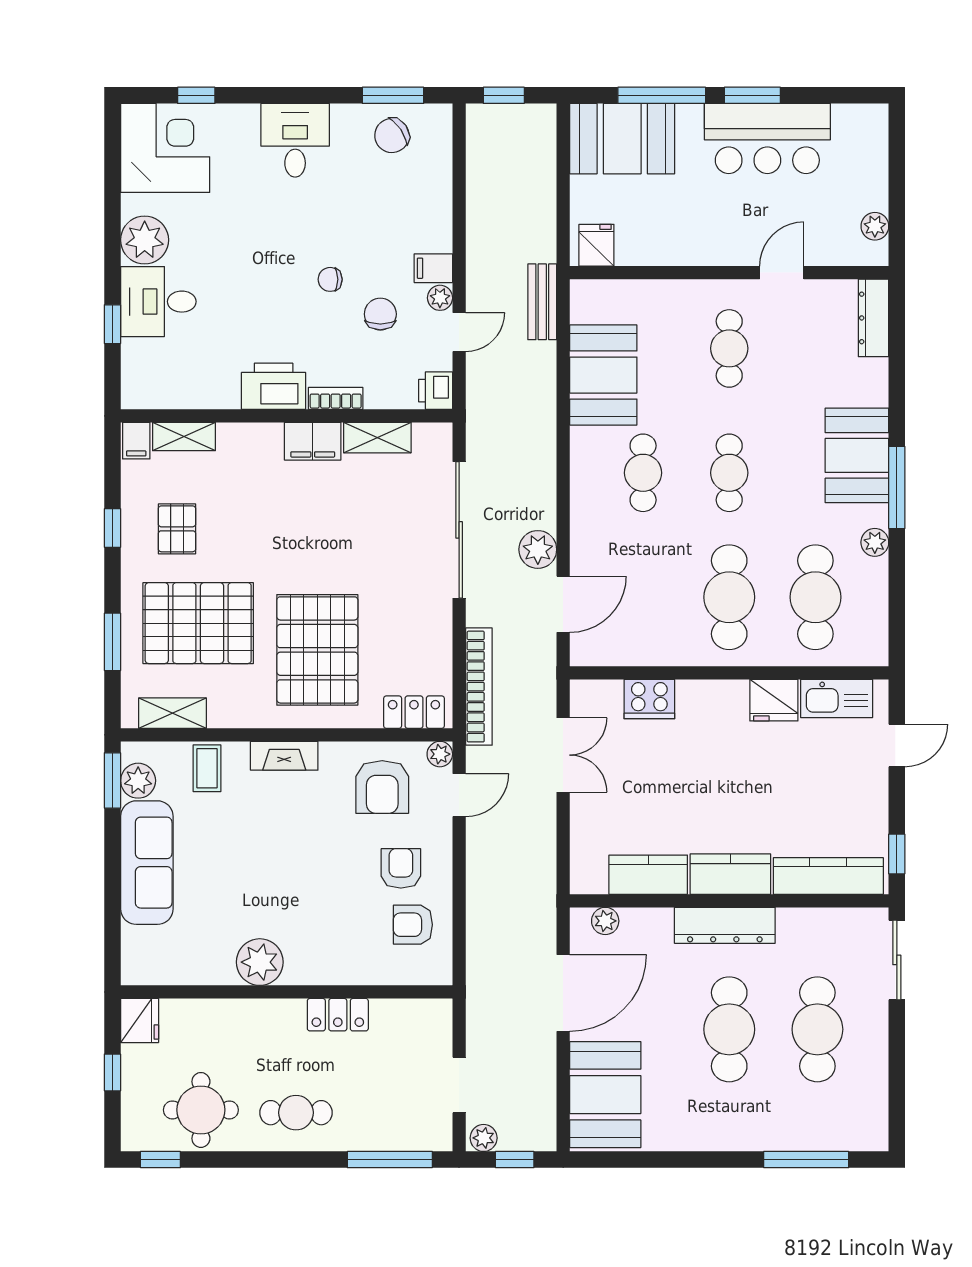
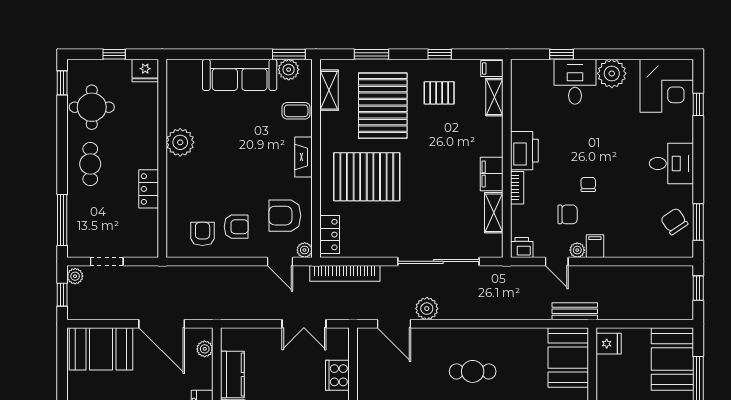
booth: (603, 375) -> (568, 358), moved, turned 90

